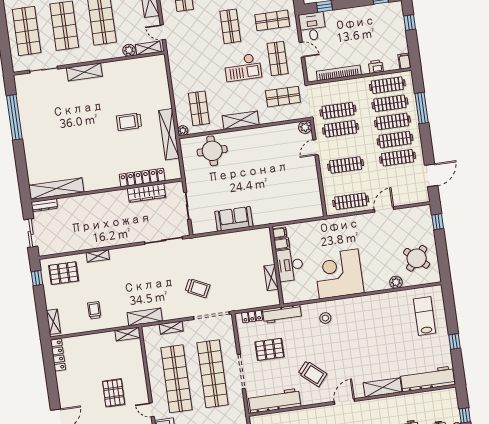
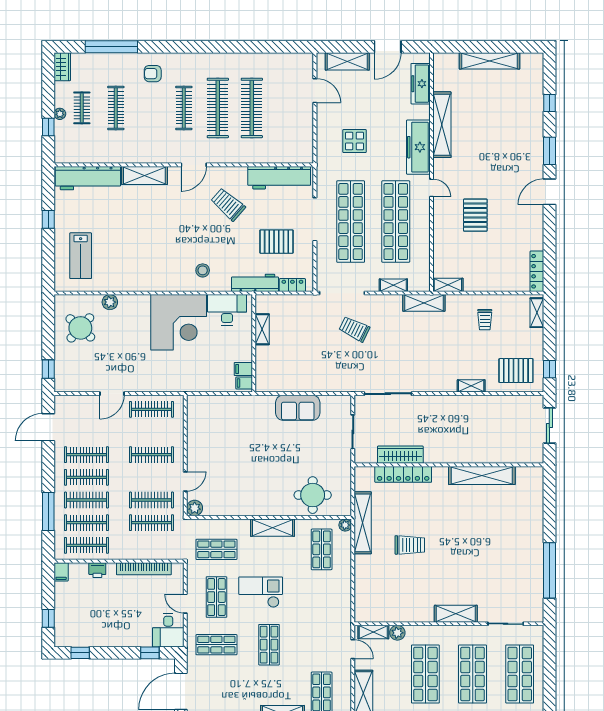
shelving: (56, 189) -> (482, 475), moved
dresser: (44, 205) -> (528, 457), removed
desk: (290, 265) -> (227, 310), moved, turned -90

